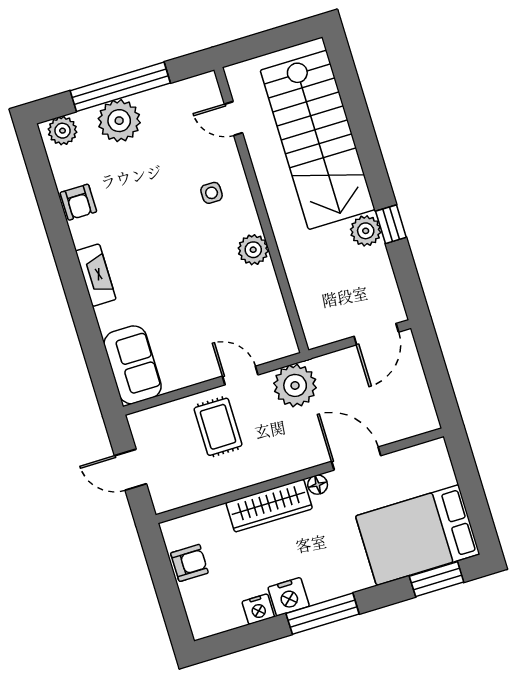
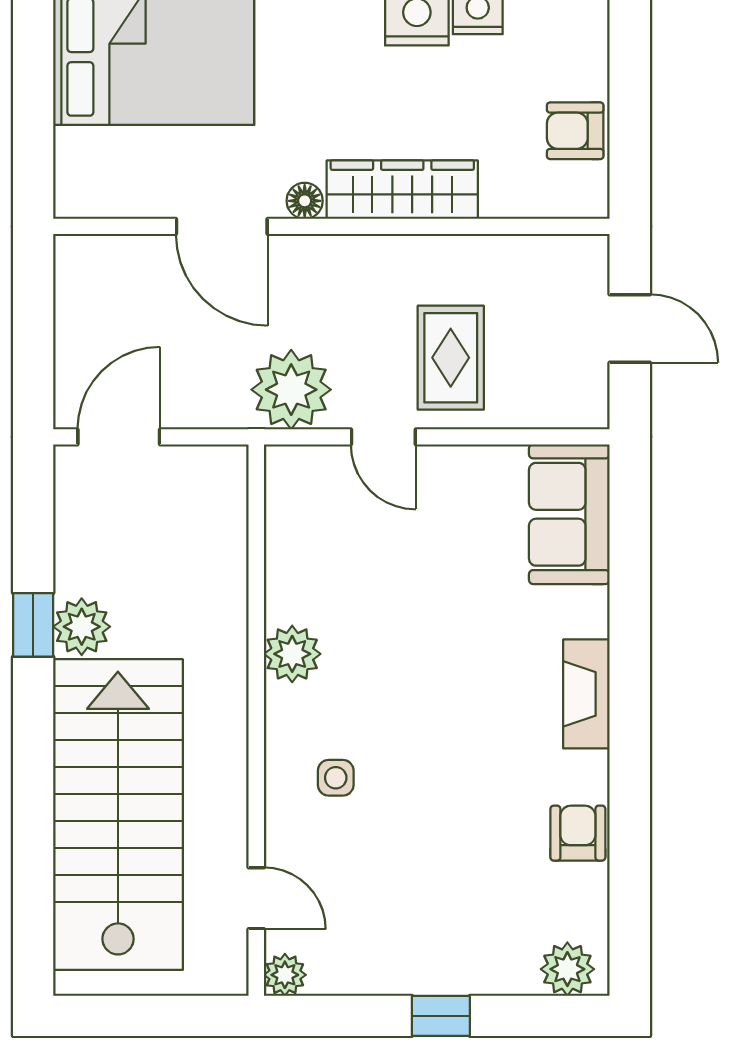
window: (120, 87) -> (441, 1016), width x0.32
plant: (119, 121) -> (285, 975), moved, width x0.53, depth x0.53

